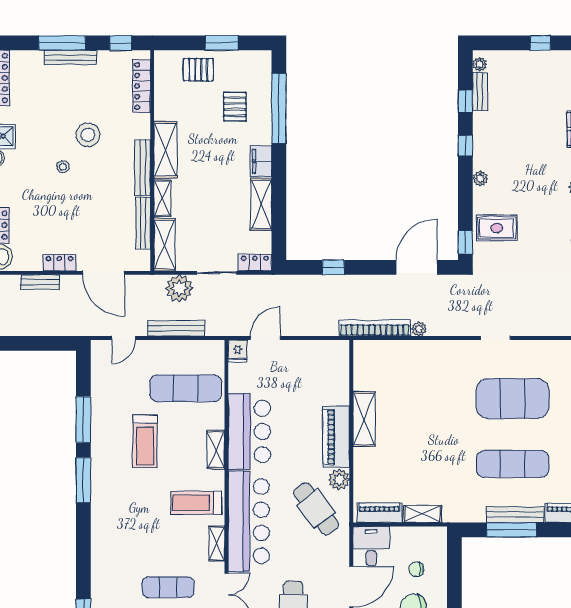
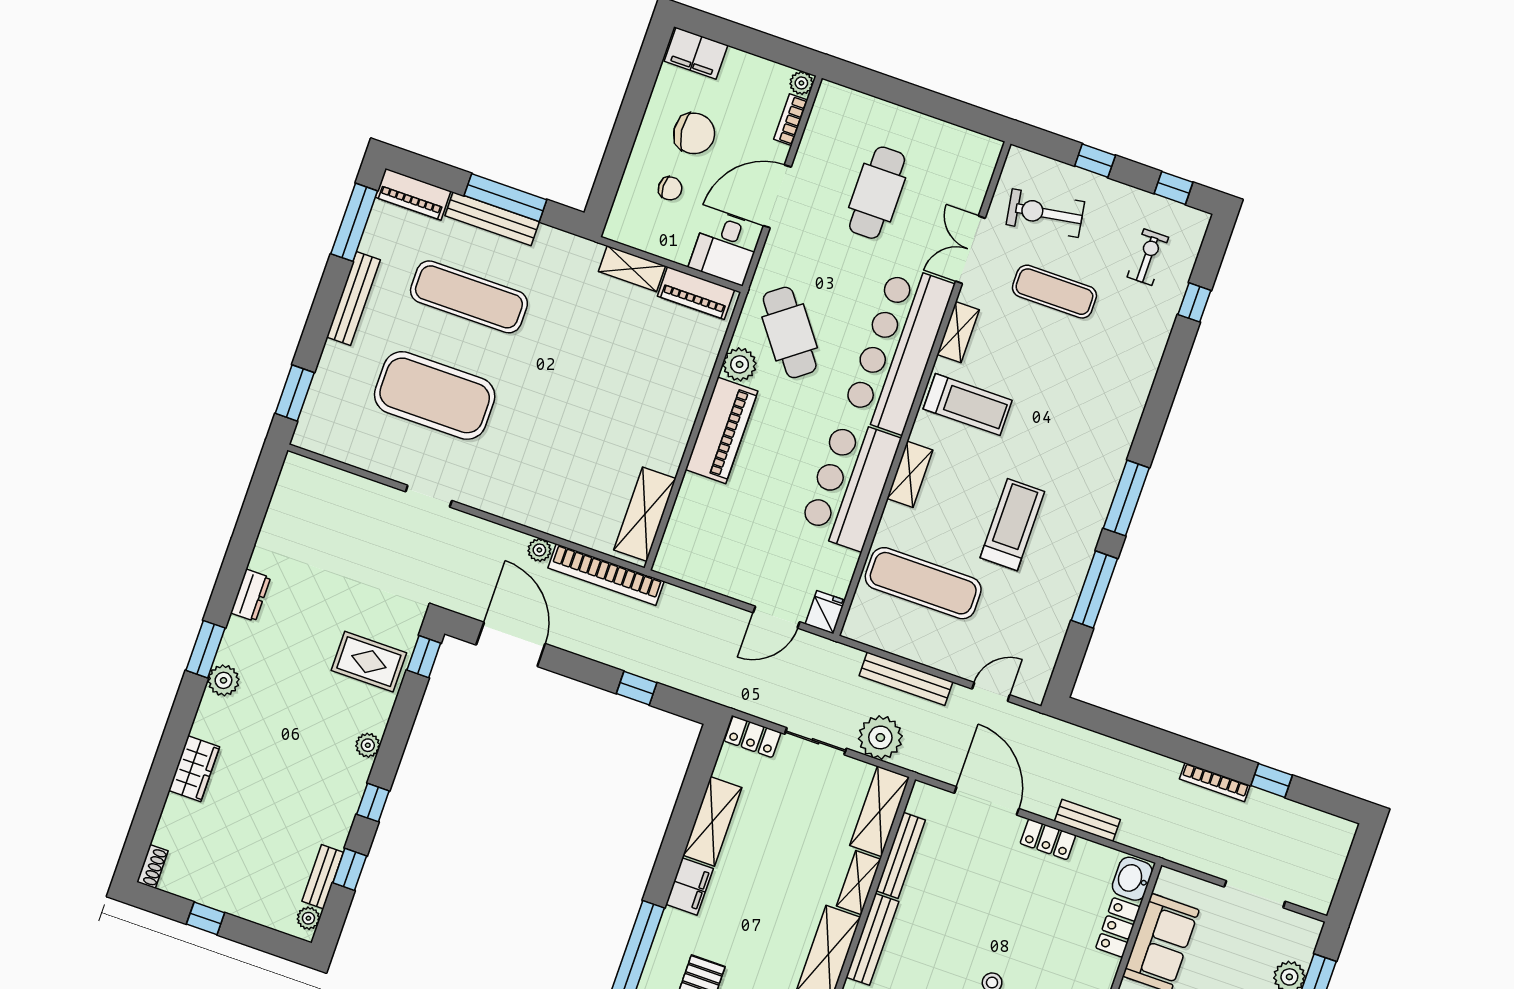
door: (417, 267) -> (511, 644), swing flipped
shelving: (364, 419) -> (645, 514), moved

